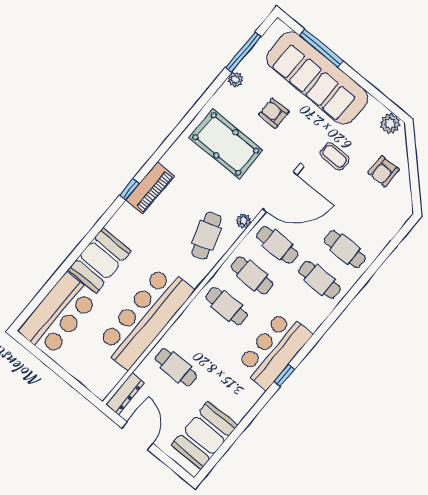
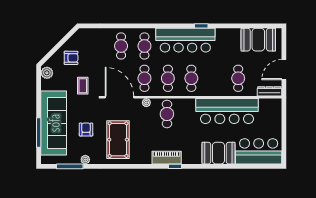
armchair: (274, 113) -> (86, 129), turned 180
cafe table: (206, 236) -> (167, 114), turned -71
bar counter: (274, 350) -> (185, 40), width x1.36

